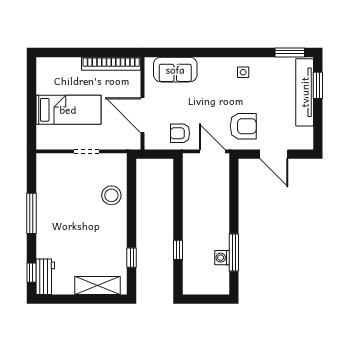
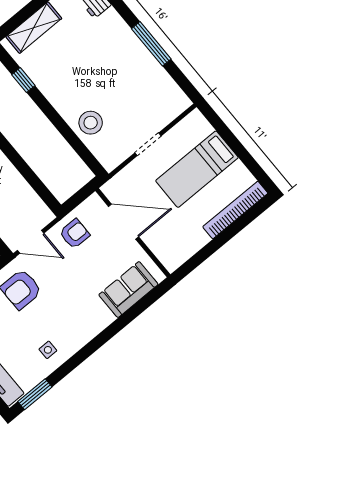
bookcase: (111, 64) -> (235, 210), moved
side table: (243, 72) -> (48, 350), moved

